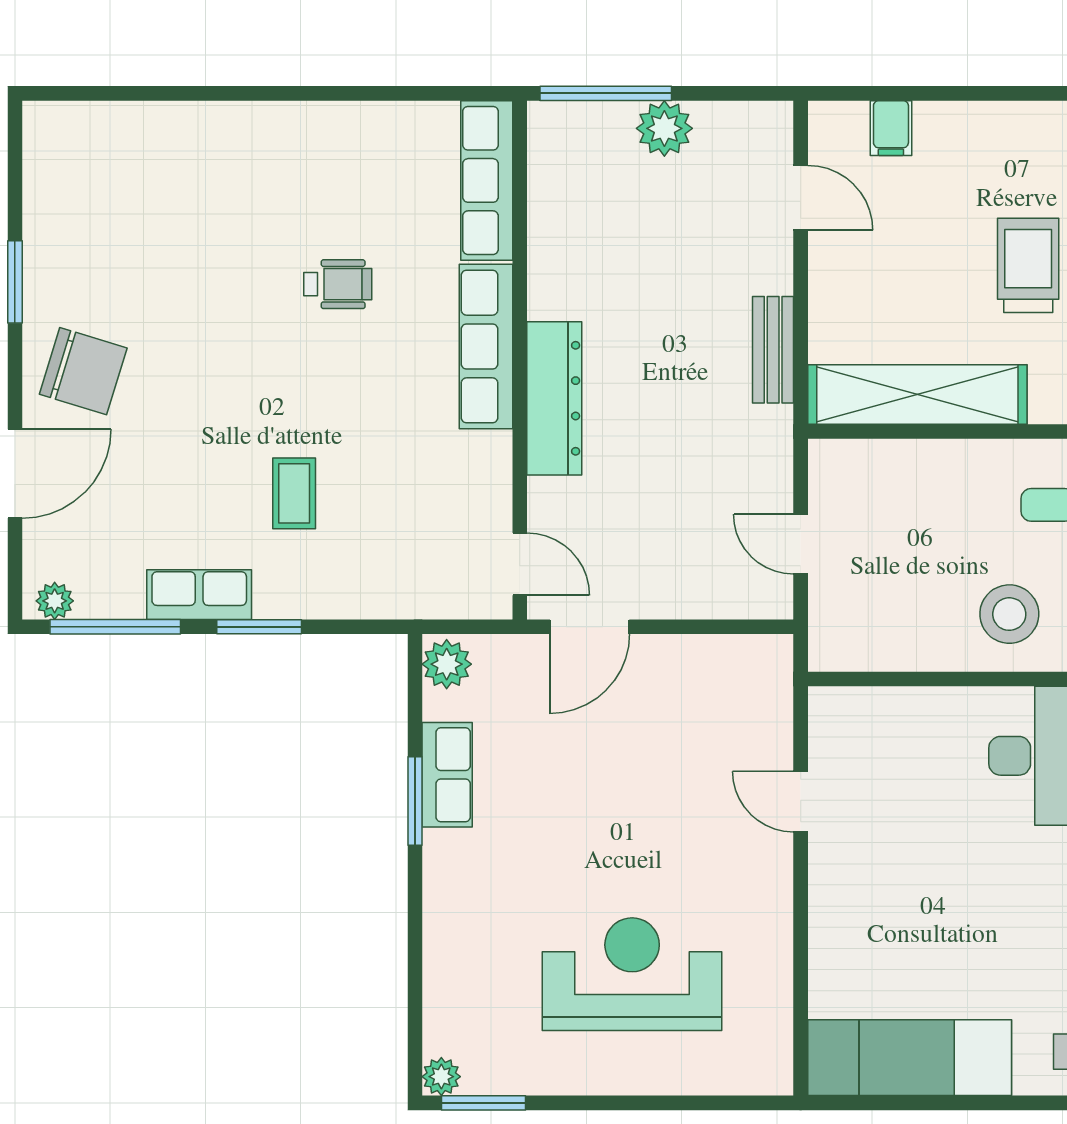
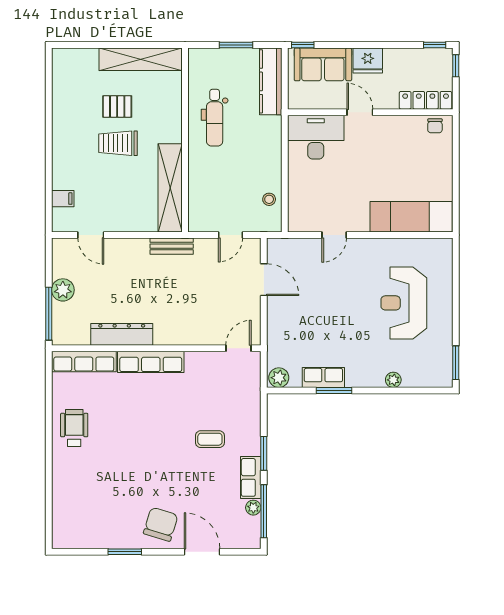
door: (801, 198) -> (91, 235), swing flipped
wheelchair: (338, 284) -> (74, 428), moved, width x1.36, depth x1.37
bench: (773, 350) -> (172, 246), moved
dresser: (554, 398) -> (122, 334), moved
plant: (55, 601) -> (253, 508), moved
stool: (1009, 614) -> (269, 199), moved, width x0.53, depth x0.53
door: (590, 627) -> (264, 280), moved
exam couch: (910, 1058) -> (411, 217), moved, turned 90
plant: (441, 1077) -> (393, 380), moved

